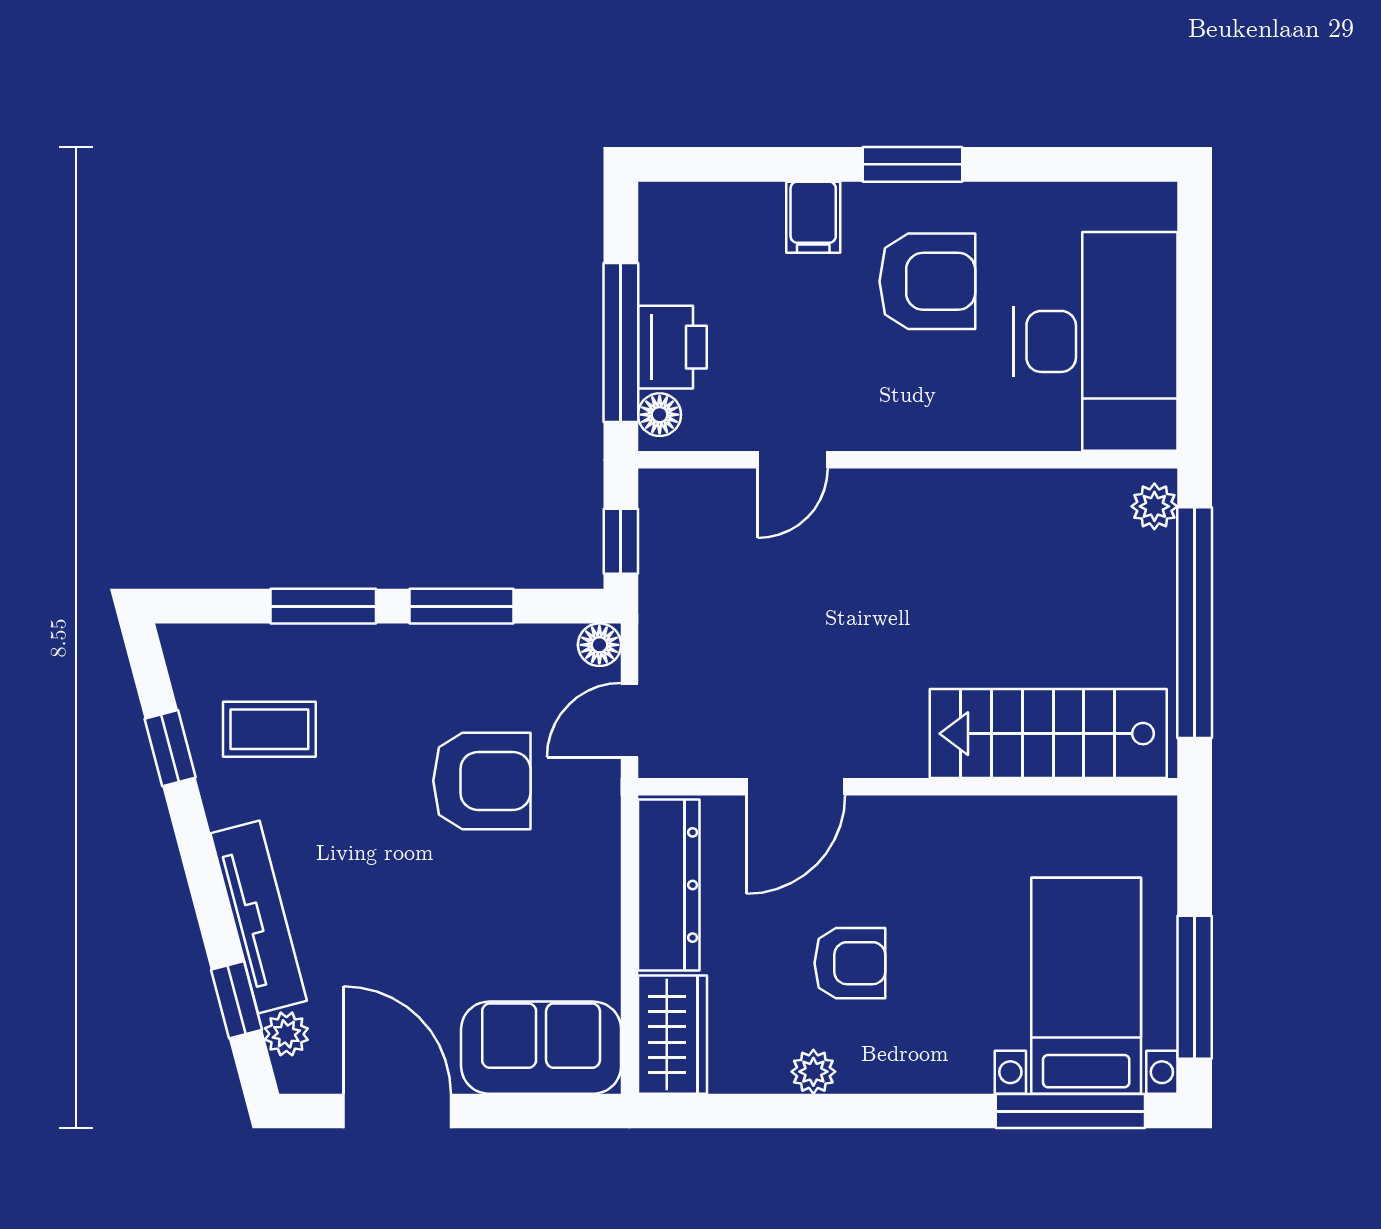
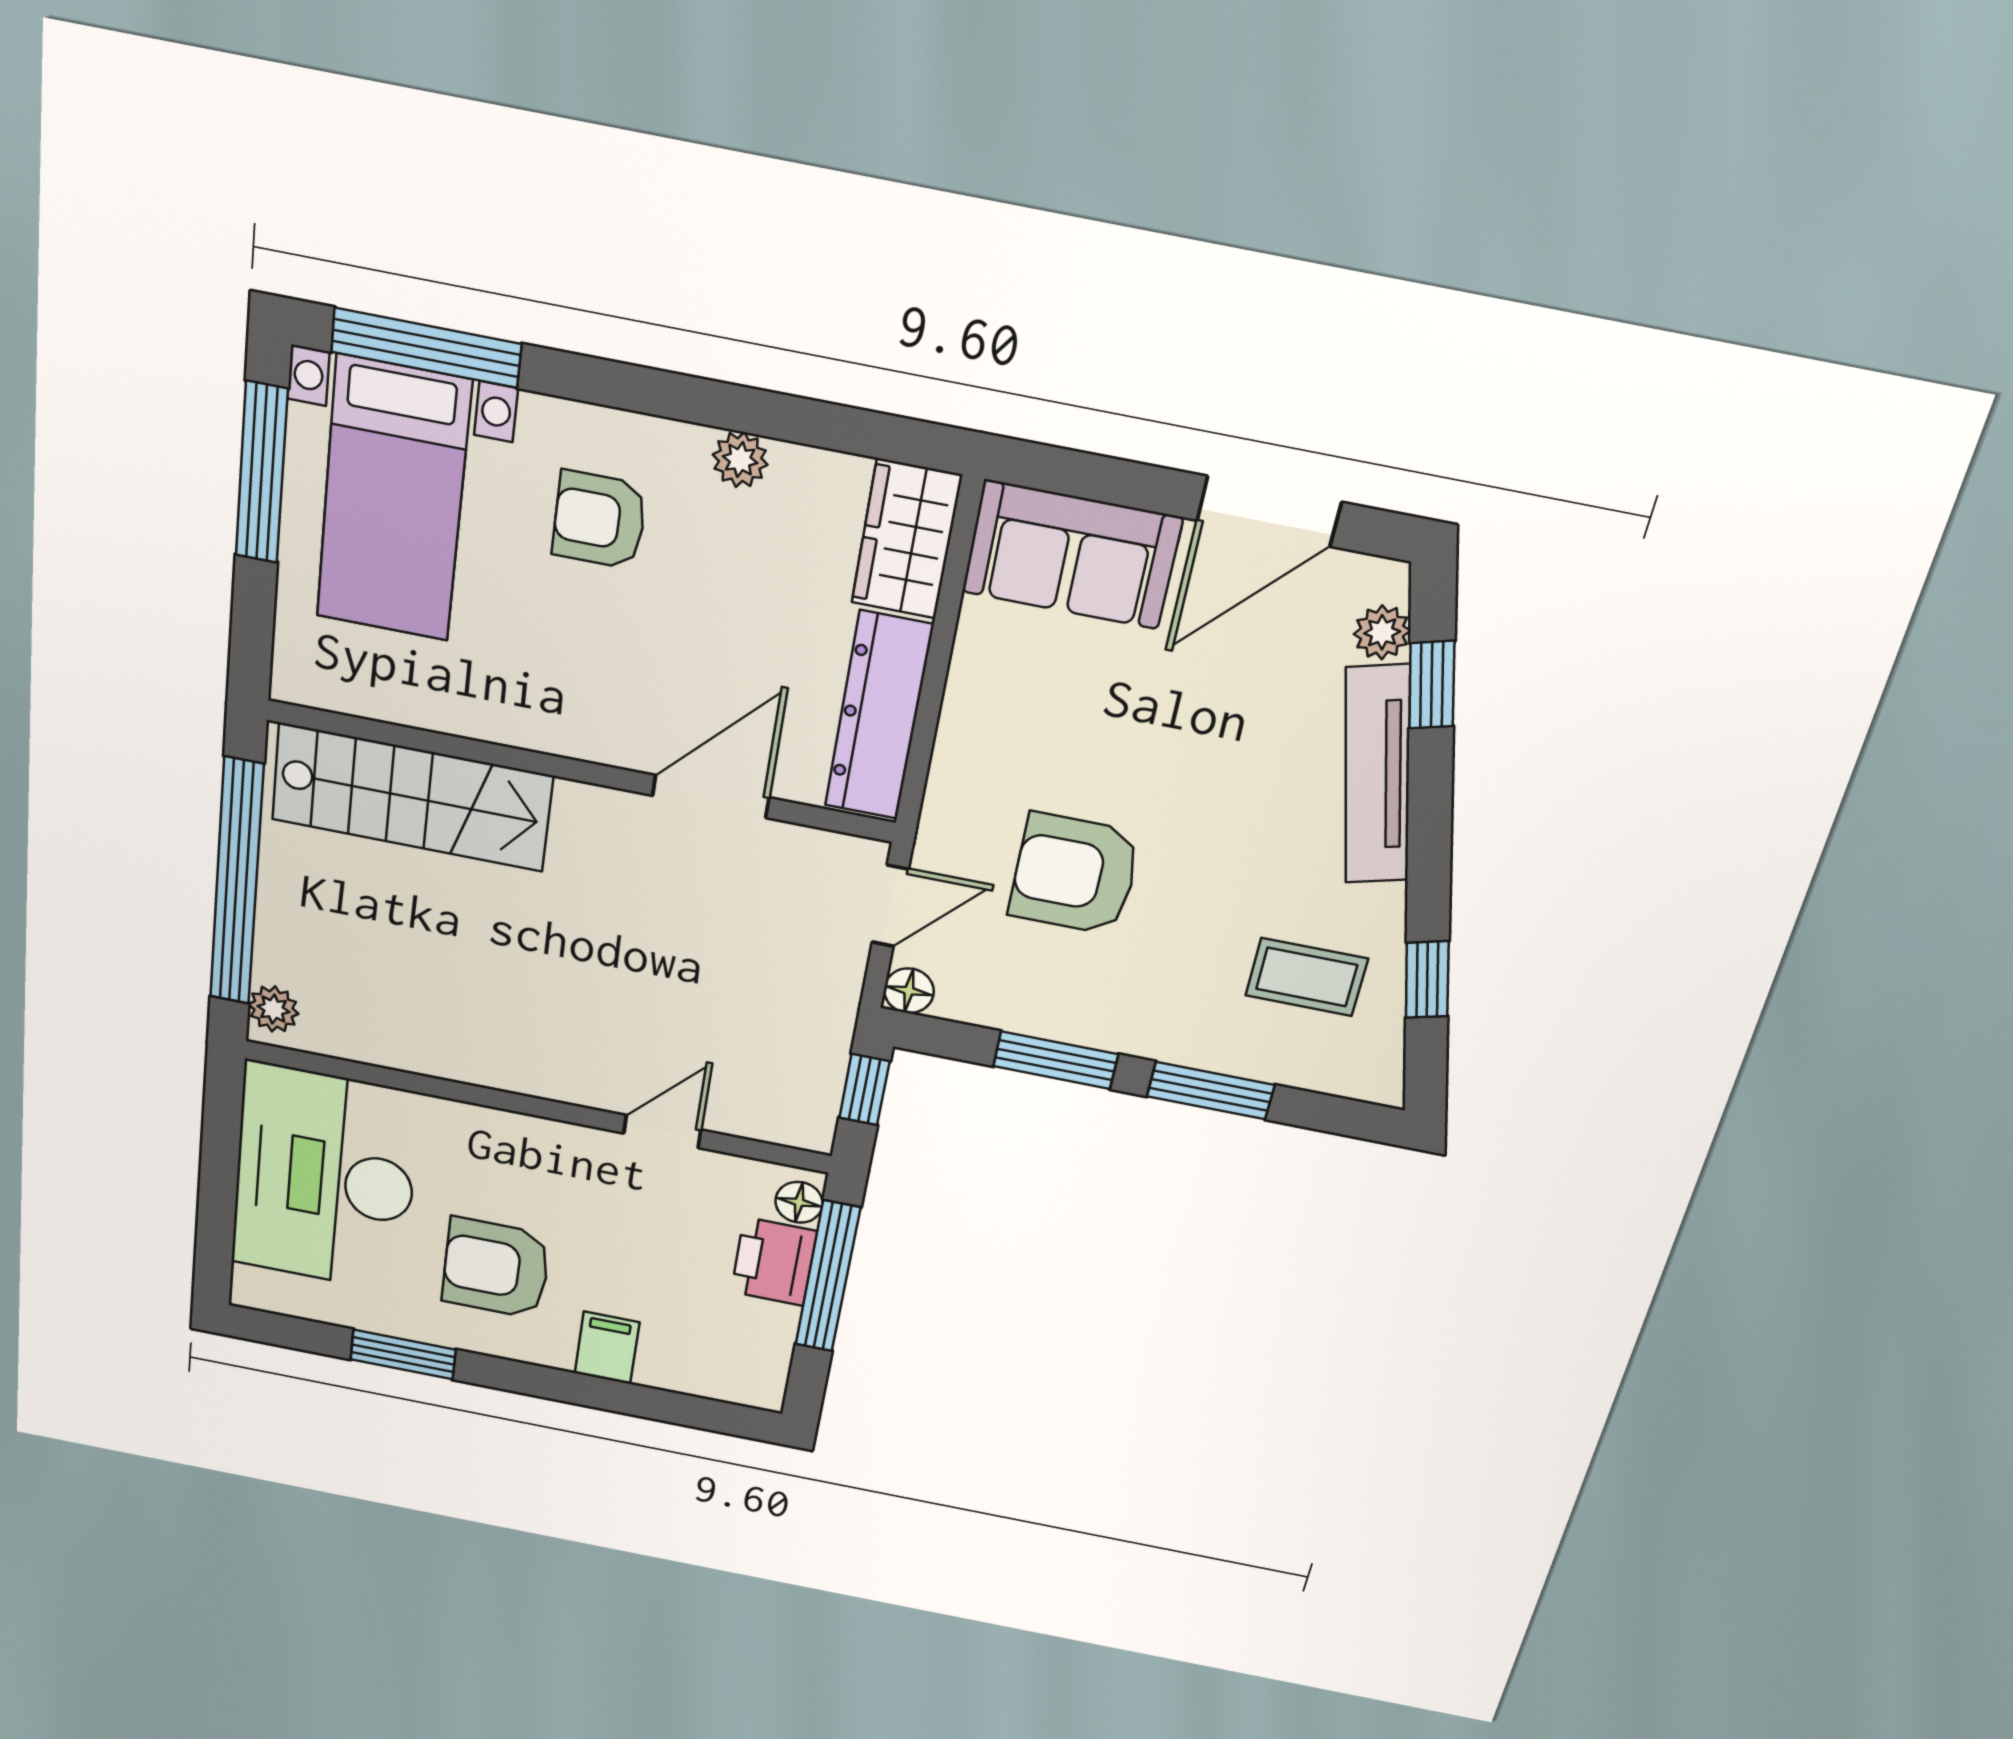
window: (913, 164) -> (403, 1354), moved
armchair: (850, 963) -> (599, 520), moved
door: (397, 1111) -> (1269, 511), hinge flipped

